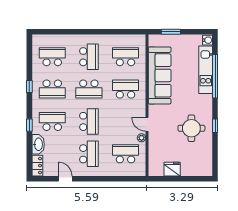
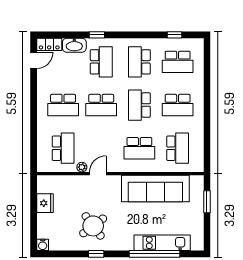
water cooler: (207, 40) -> (43, 245), moved
school desk: (52, 57) -> (178, 62), turned 90
window: (29, 86) -> (174, 35), moved
school desk: (125, 89) -> (139, 148), turned 90
round table: (191, 128) -> (93, 226), turned -37
door: (65, 179) -> (34, 60), moved

